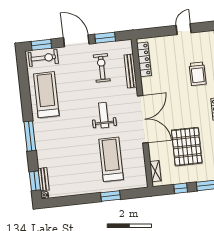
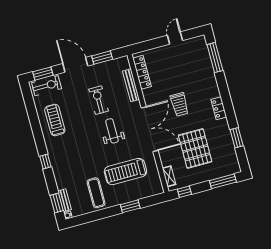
exercise bike: (102, 68) -> (98, 100), moved
trolley: (198, 74) -> (179, 104), moved
treadmill: (46, 95) -> (55, 120), width x0.73, depth x0.73
window: (30, 136) -> (45, 161), width x0.46
treadmill: (111, 159) -> (125, 172), turned -90
exercise mat: (77, 177) -> (96, 193), added
window: (181, 188) -> (184, 192), moved

